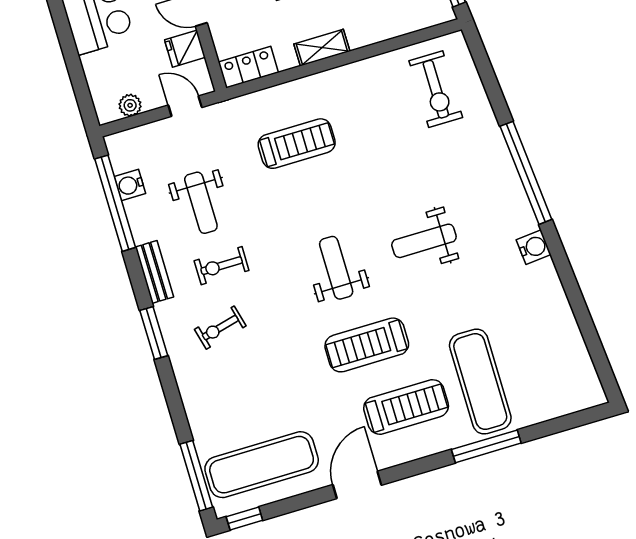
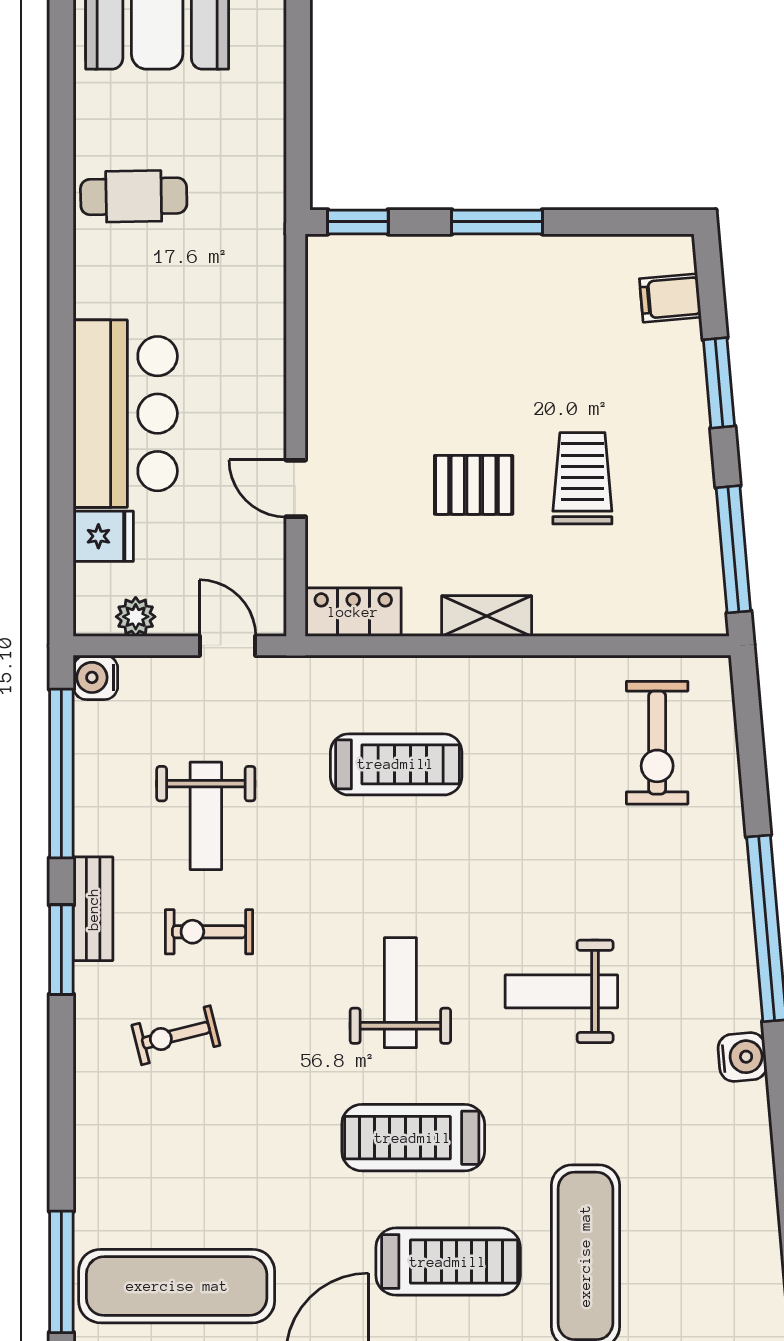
fridge: (185, 49) -> (103, 536), moved, turned 180
water cooler: (130, 185) -> (95, 677), moved
window: (154, 333) -> (61, 950), moved

